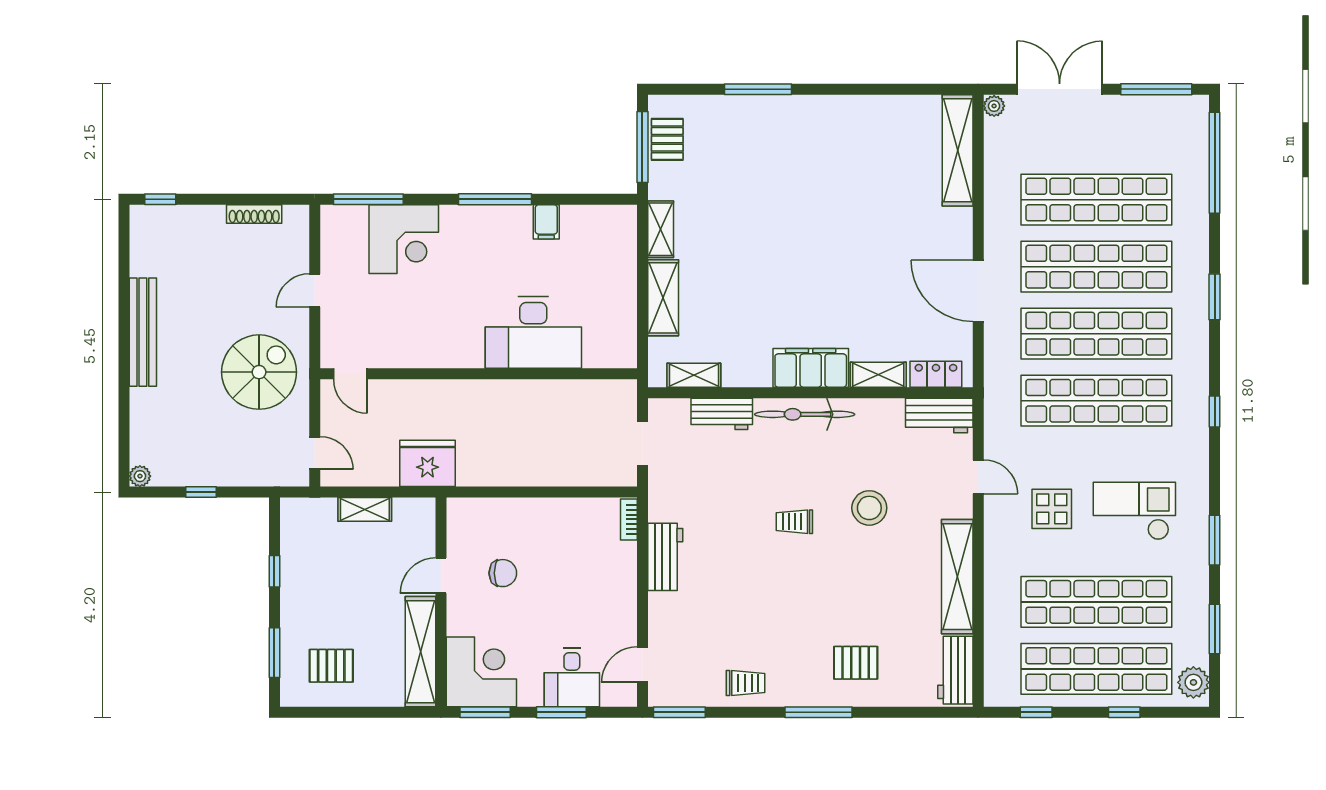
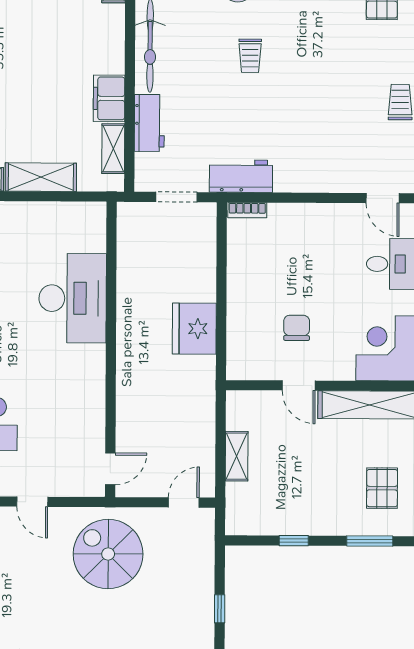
filing cabinet: (811, 368) -> (109, 98), moved, width x0.67, depth x0.86
fridge: (428, 463) -> (194, 329), moved
workbench: (665, 557) -> (241, 176), moved

